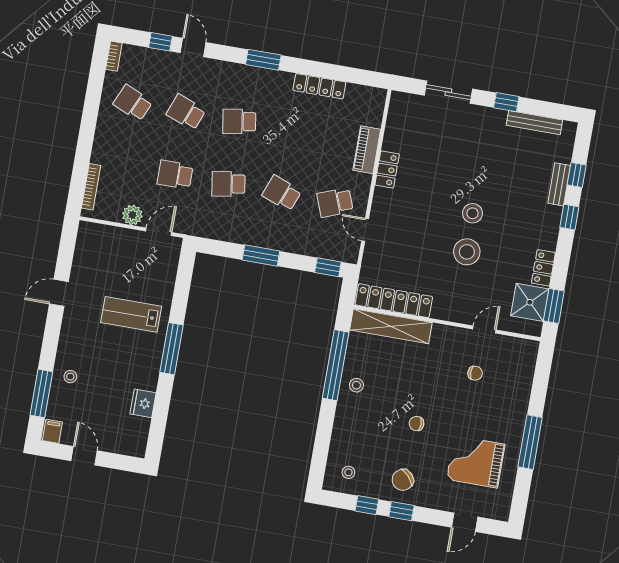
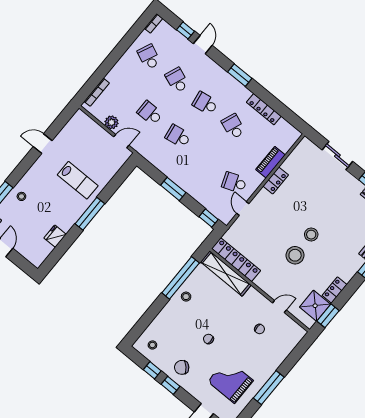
school desk: (282, 193) -> (233, 126), moved
lab bench: (131, 314) -> (78, 180), turned 180

